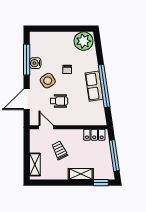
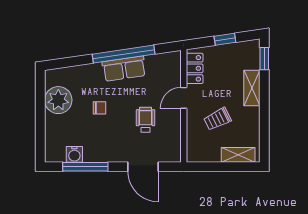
plant: (84, 41) -> (58, 100), moved
water cooler: (35, 63) -> (74, 154), moved
side table: (48, 81) -> (116, 136), removed
door: (46, 127) -> (184, 98), moved
window: (114, 156) -> (225, 39), width x0.46

